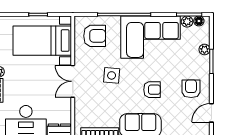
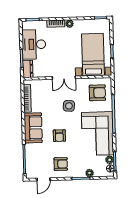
armchair: (95, 36) -> (97, 93), turned -90
double door: (73, 81) -> (64, 78), swing flipped
door: (211, 113) -> (44, 179), swing flipped

